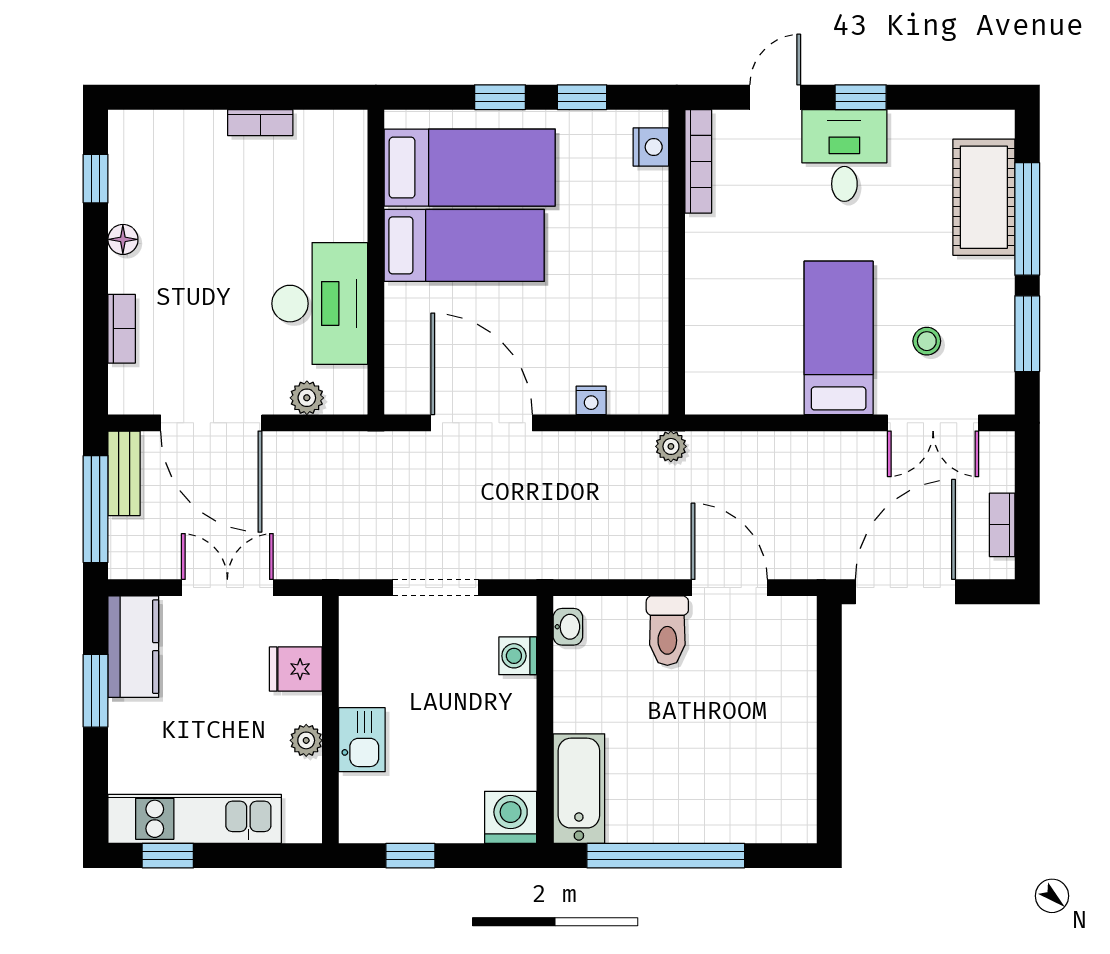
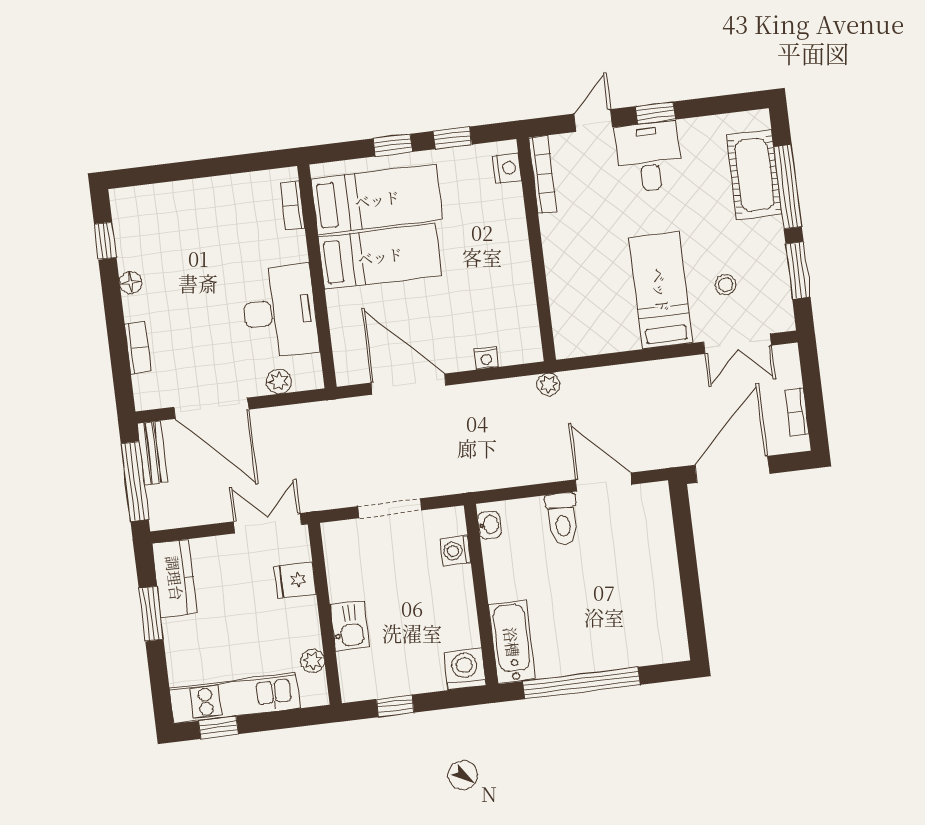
bookcase: (260, 123) -> (293, 206), moved, turned 90
double door: (227, 588) -> (268, 523), moved
plant: (306, 740) -> (313, 661), moved

